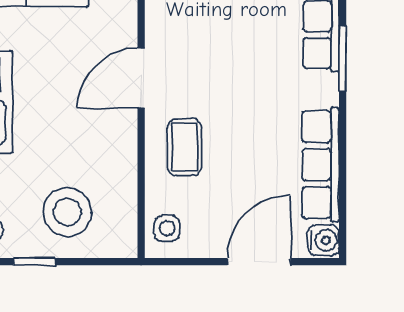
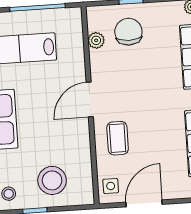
door: (259, 262) -> (144, 203), moved

